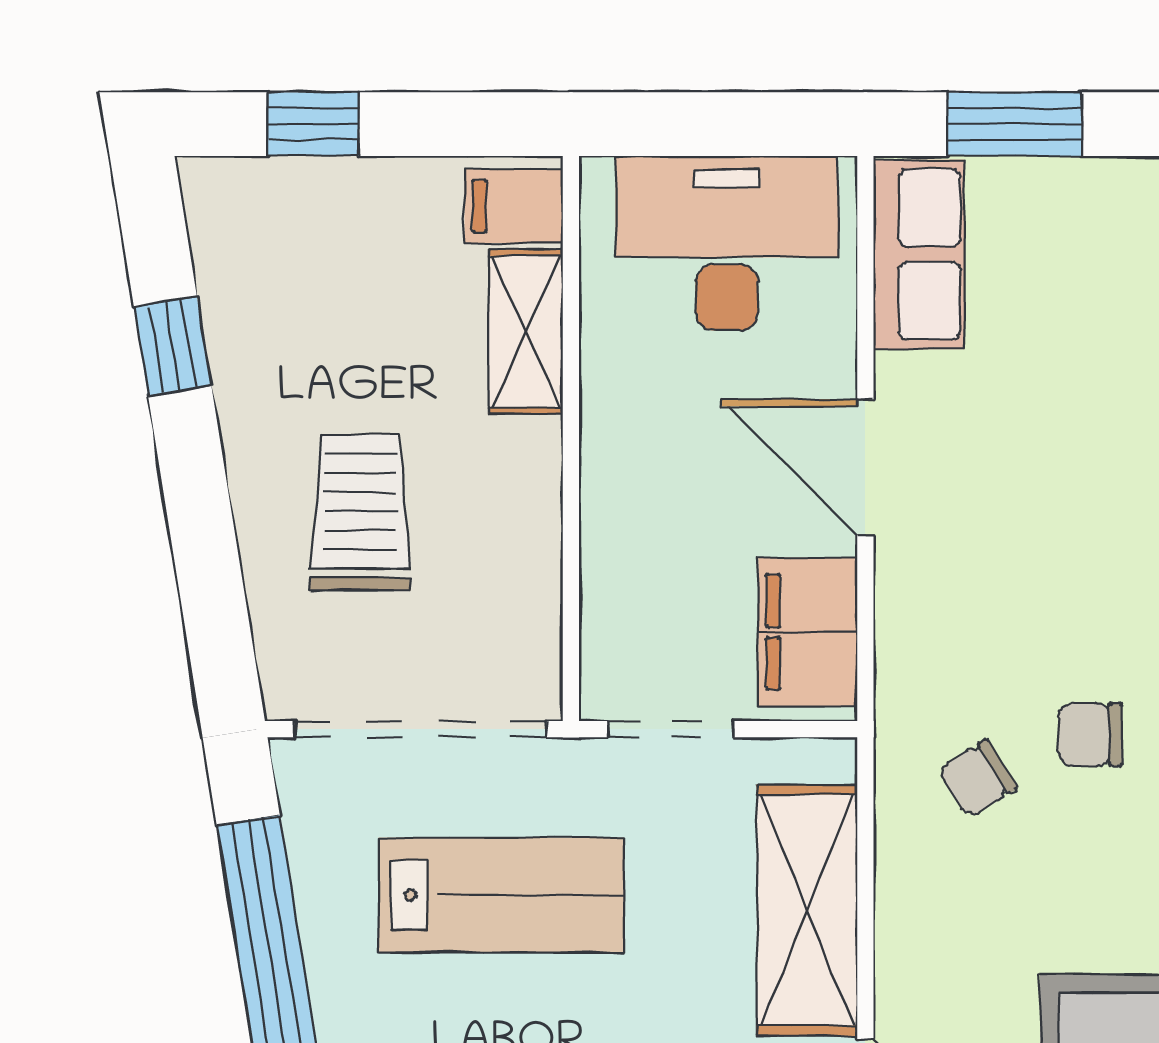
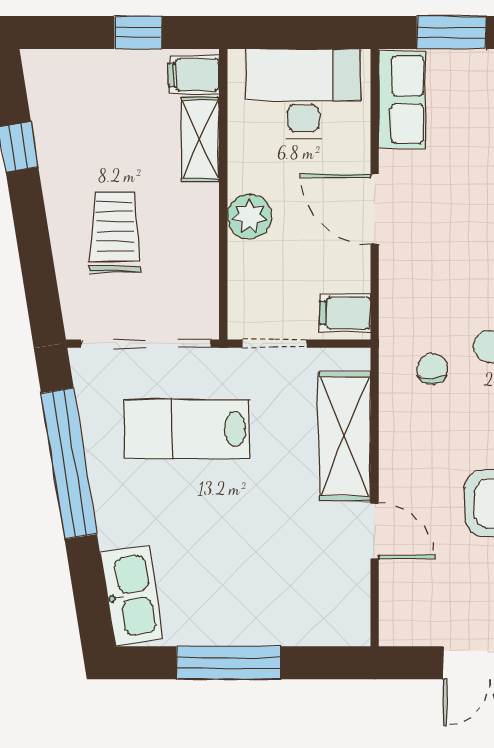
window: (313, 124) -> (138, 33), moved
plant: (622, 481) -> (249, 216), added
filing cabinet: (808, 632) -> (345, 313), width x0.50
chair: (977, 779) -> (432, 369), turned 122
lab bench: (501, 895) -> (187, 429), turned 180

